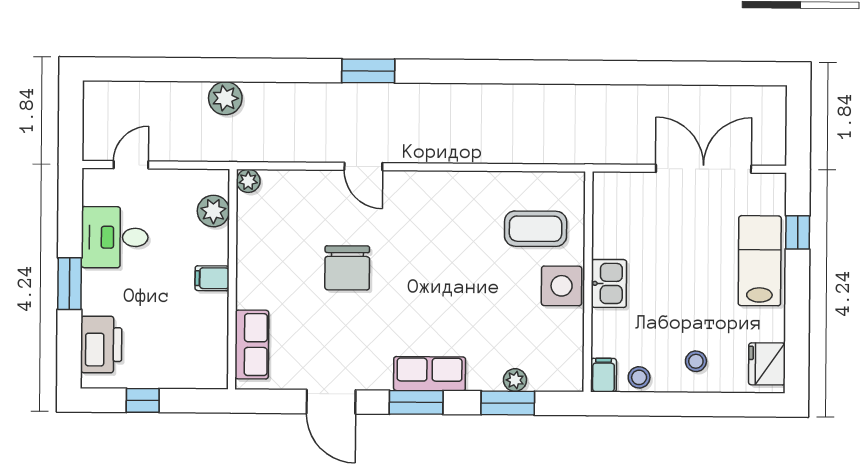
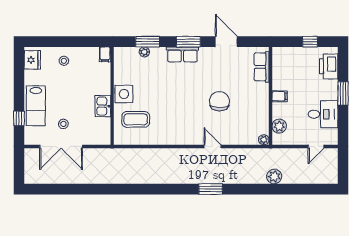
kitchen sink: (609, 283) -> (103, 106), moved
stool: (639, 377) -> (63, 124), moved

